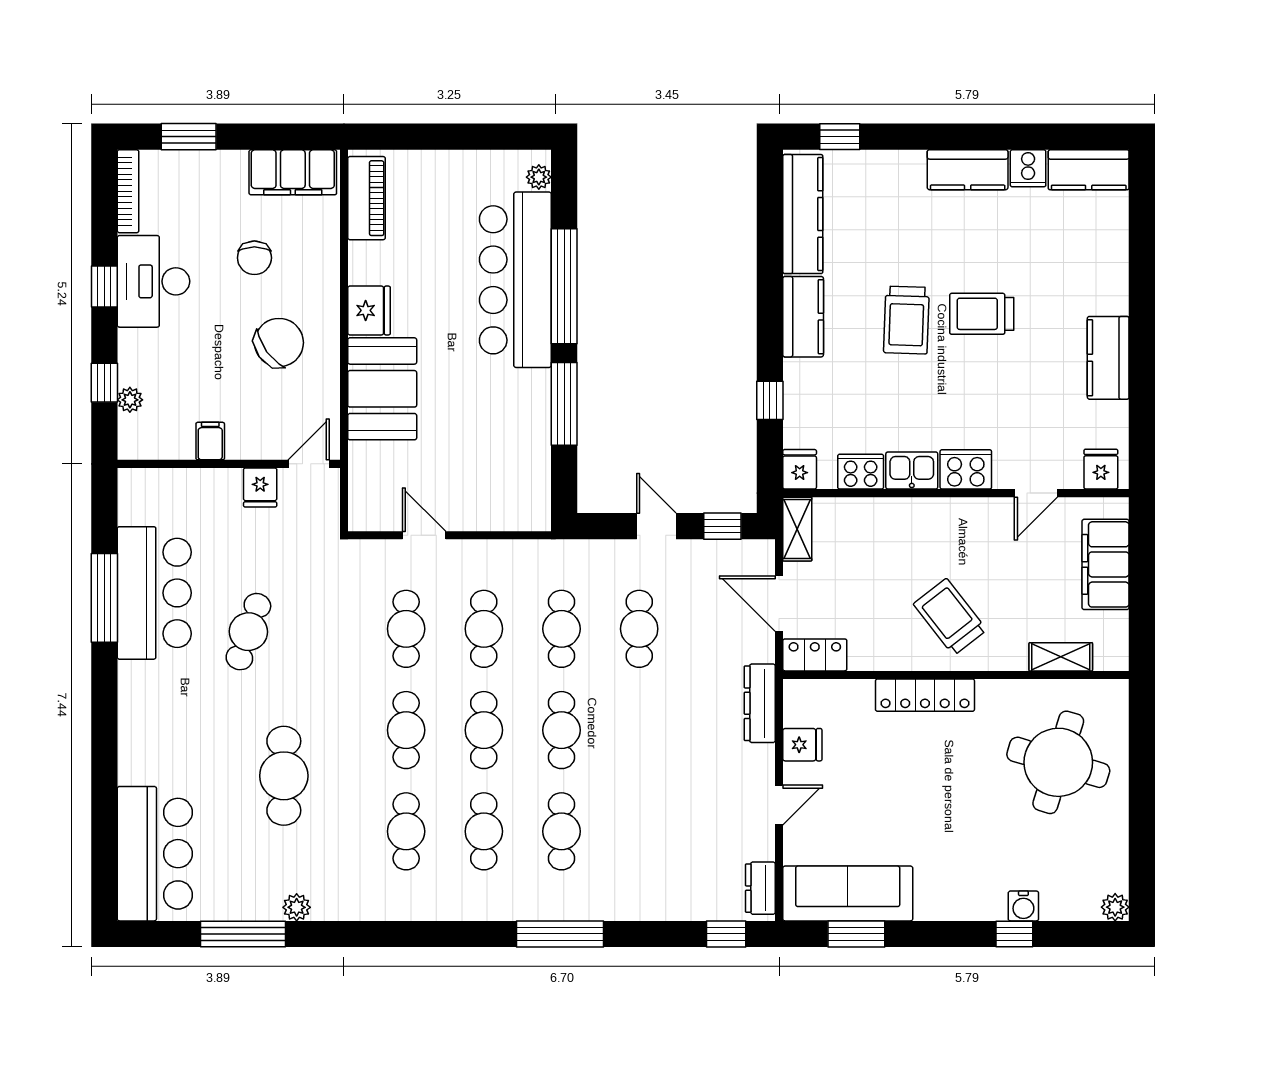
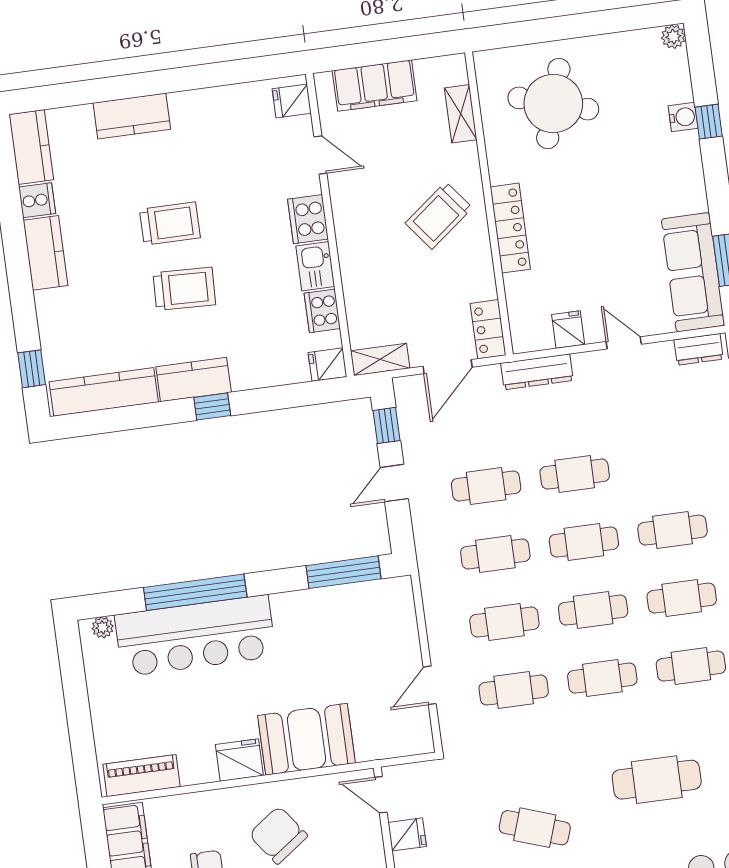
trolley: (982, 314) -> (170, 224), turned -90
kitchen counter: (1108, 358) -> (132, 116), moved
window: (770, 400) -> (212, 407), moved
window: (564, 404) -> (343, 572), moved
cafe table: (639, 730) -> (575, 474), added

